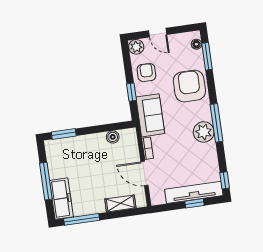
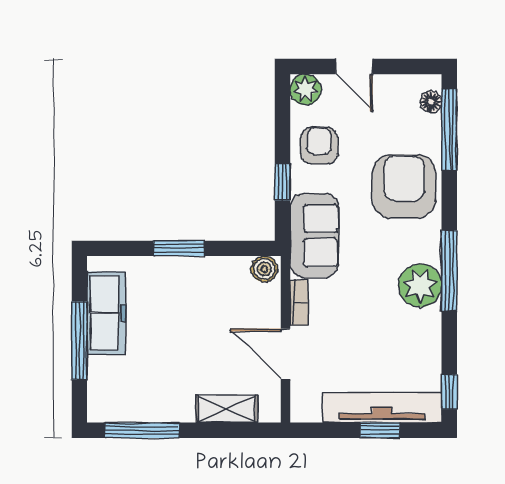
window: (207, 56) -> (449, 130), width x1.44
window: (64, 134) -> (179, 248), moved
boiler: (113, 137) -> (264, 269), moved
freezer: (61, 199) -> (106, 313), moved

